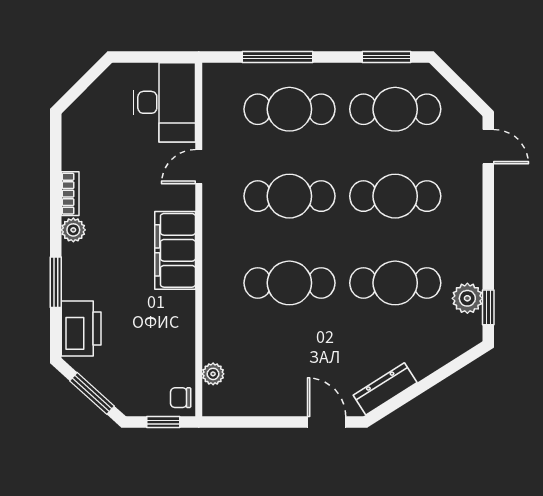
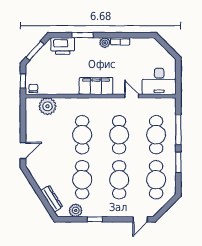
window: (387, 57) -> (178, 162), moved
window: (488, 307) -> (95, 219), moved
plant: (213, 374) -> (48, 106), width x1.88, depth x1.88
dresser: (385, 389) -> (52, 199), moved

